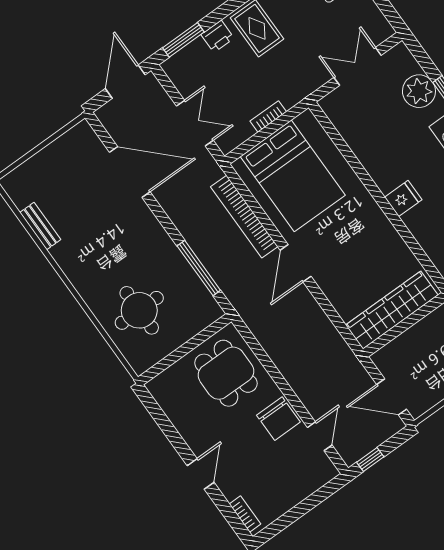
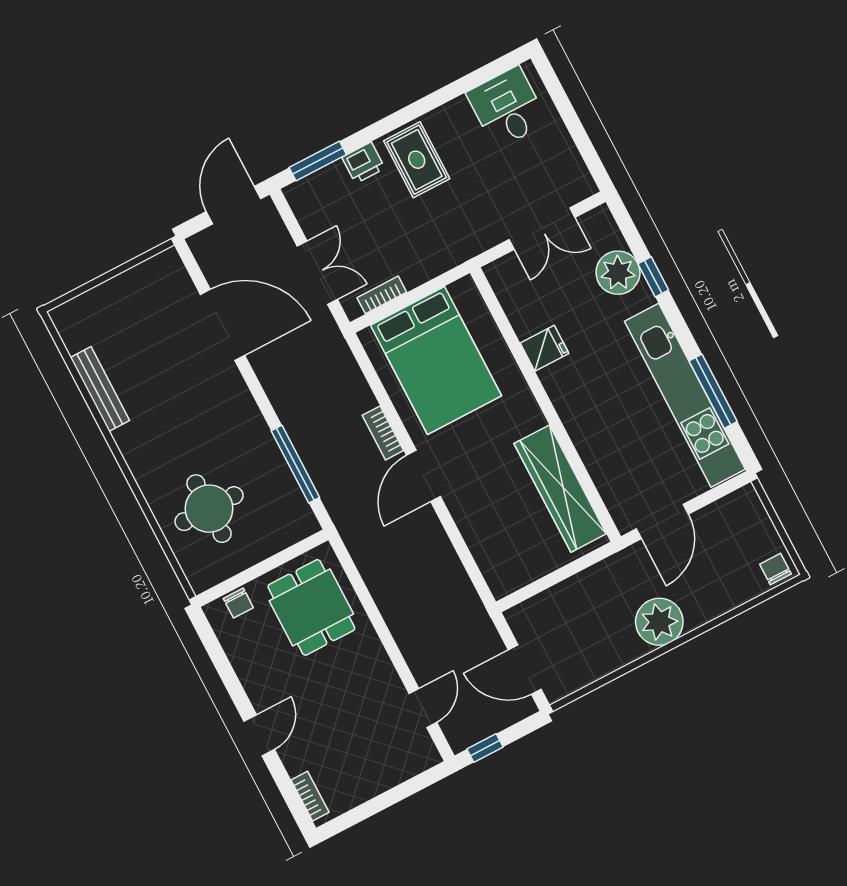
double door: (358, 66) -> (542, 229), swing flipped
bookcase: (268, 116) -> (382, 295), moved
fridge: (403, 198) -> (544, 348), moved
bookcase: (244, 217) -> (383, 433), width x0.43, depth x0.76
bench: (40, 226) -> (100, 389), width x1.36
wardrobe: (392, 310) -> (560, 489), moved, turned -90
chair: (278, 419) -> (238, 603), moved, width x0.54, depth x0.54

